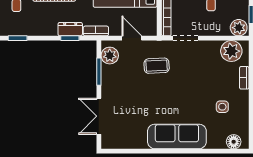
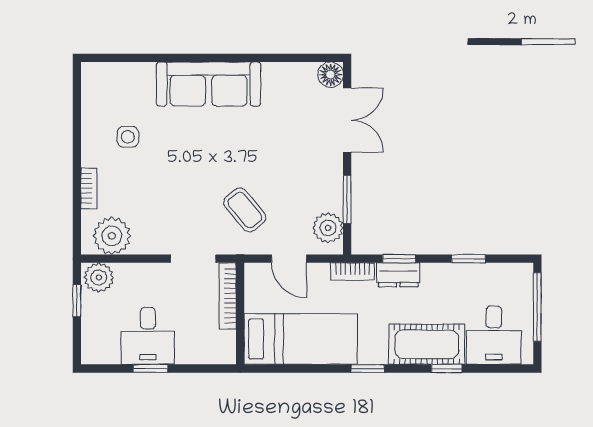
window: (18, 38) -> (469, 259), moved
coffee table: (157, 66) -> (245, 210), turned 53
floor lamp: (234, 142) -> (330, 75), moved

